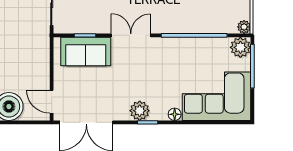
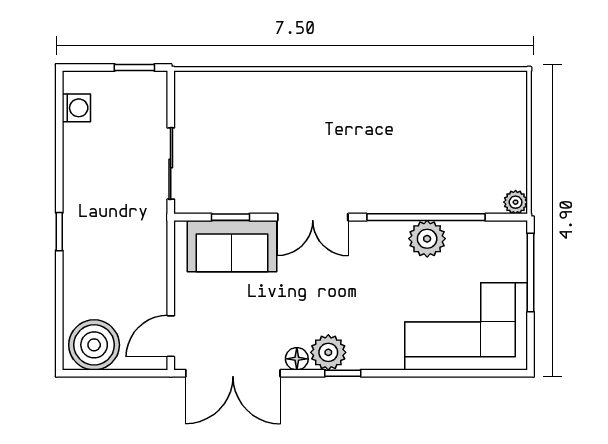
double door: (131, 35) -> (313, 217), swing flipped
plant: (240, 47) -> (427, 239), moved
door: (52, 102) -> (171, 336), hinge flipped
floor lamp: (175, 114) -> (297, 359), moved

